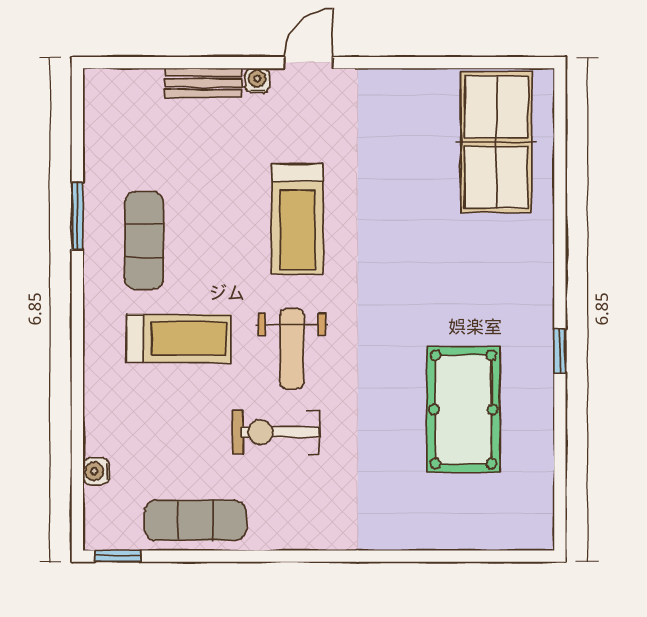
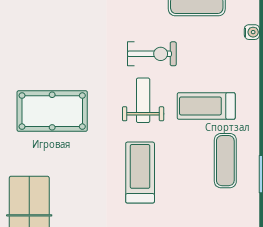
pool table: (463, 409) -> (52, 111), moved, turned 90

